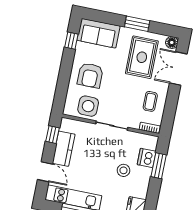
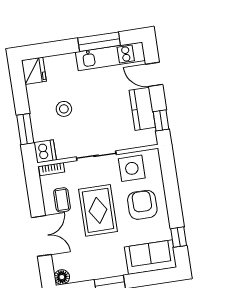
rug: (142, 57) -> (98, 210), moved
double door: (178, 68) -> (41, 236), moved
dishwasher: (147, 158) -> (45, 151), moved

